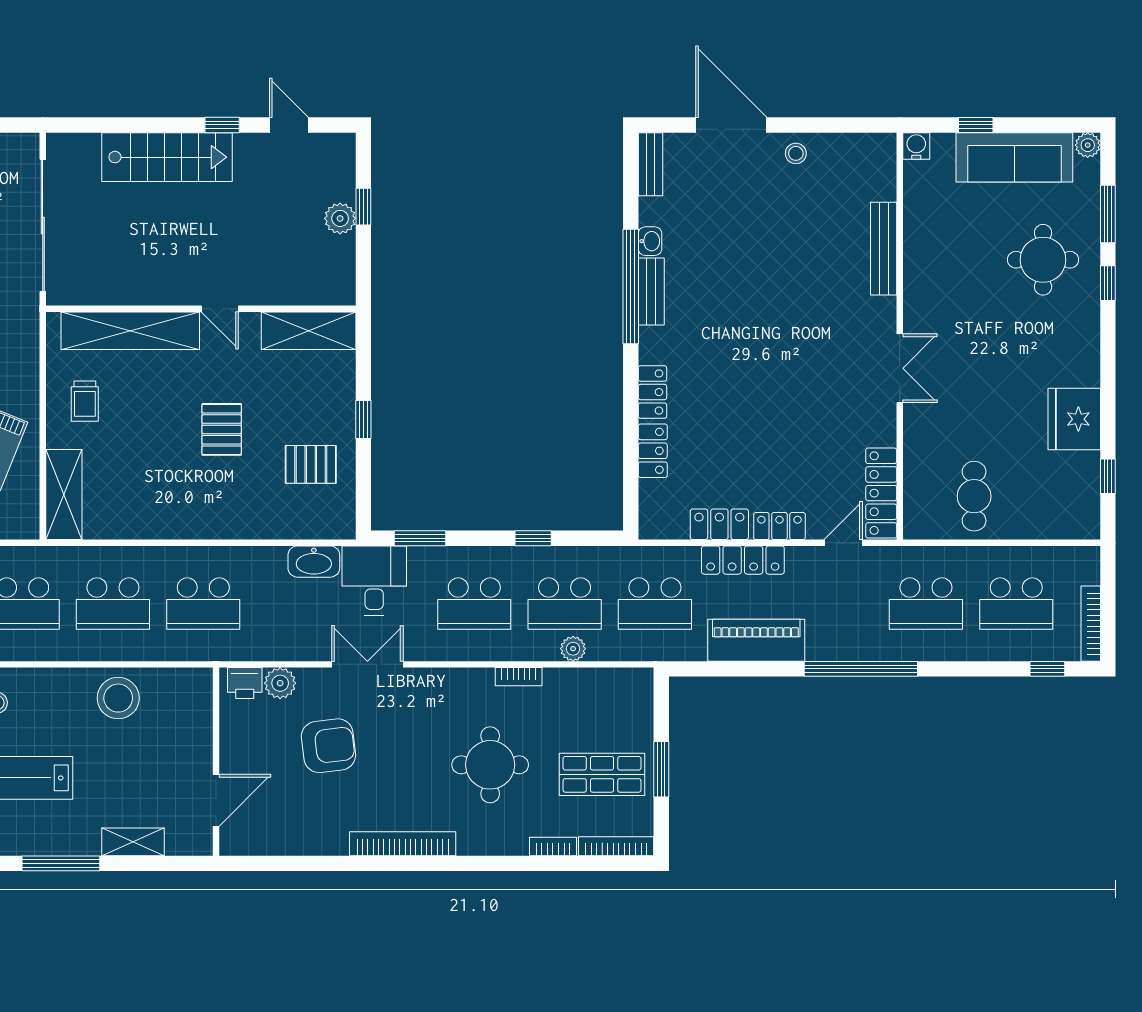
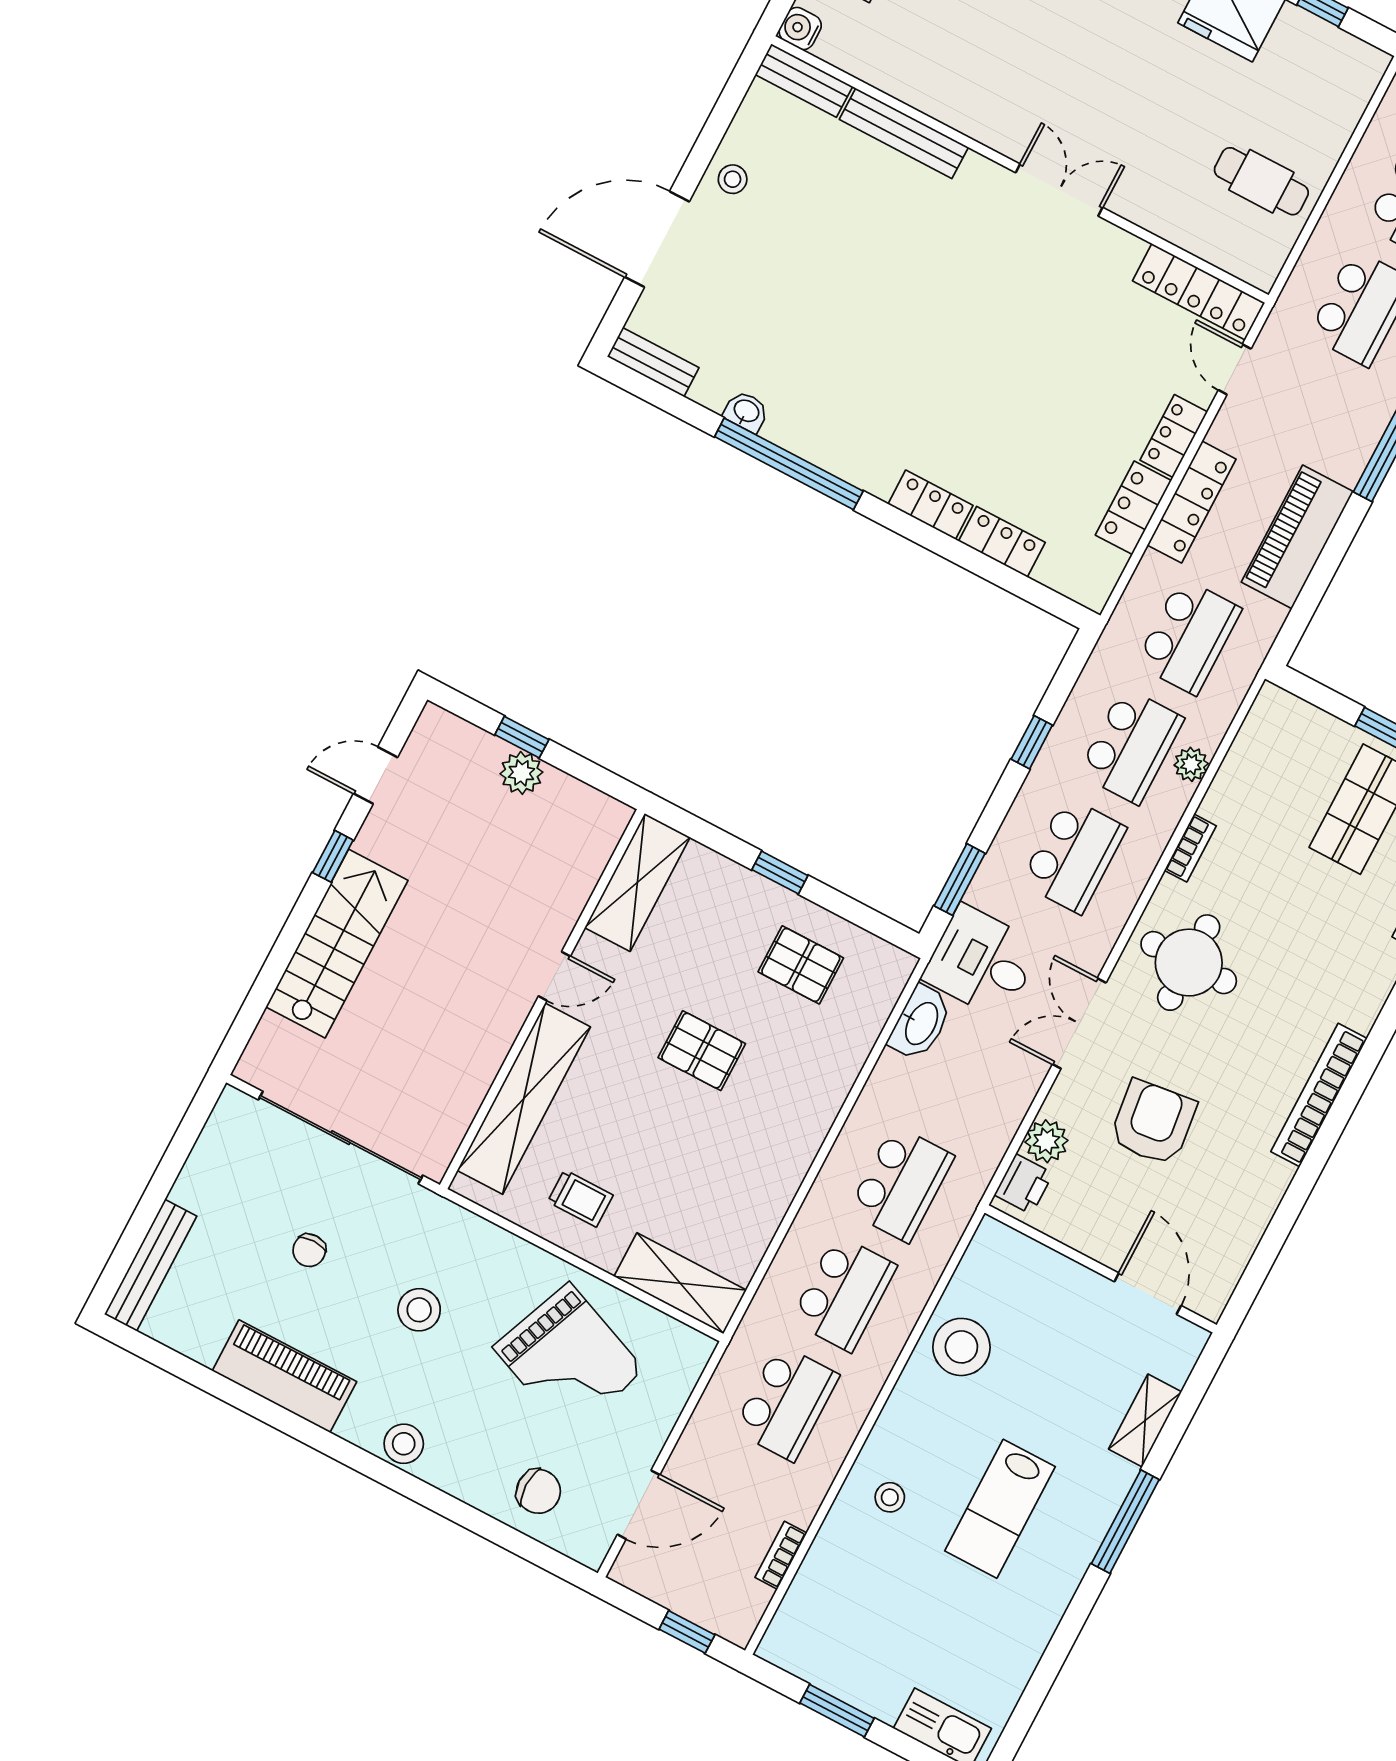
bench: (651, 292) -> (804, 81), moved
pallet: (311, 464) -> (801, 965), turned 90
round table: (490, 765) -> (1189, 963), moved

